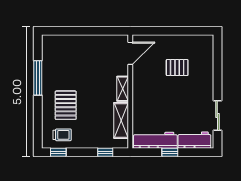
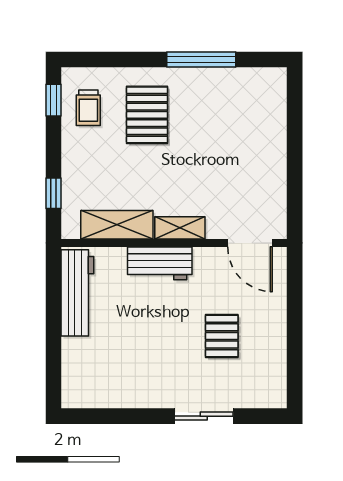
pallet: (66, 105) -> (147, 115), turned 90
sliding door: (217, 116) -> (204, 416), moved
workbench: (194, 140) -> (160, 263), moved, turned 90
window: (170, 152) -> (53, 322), removed

